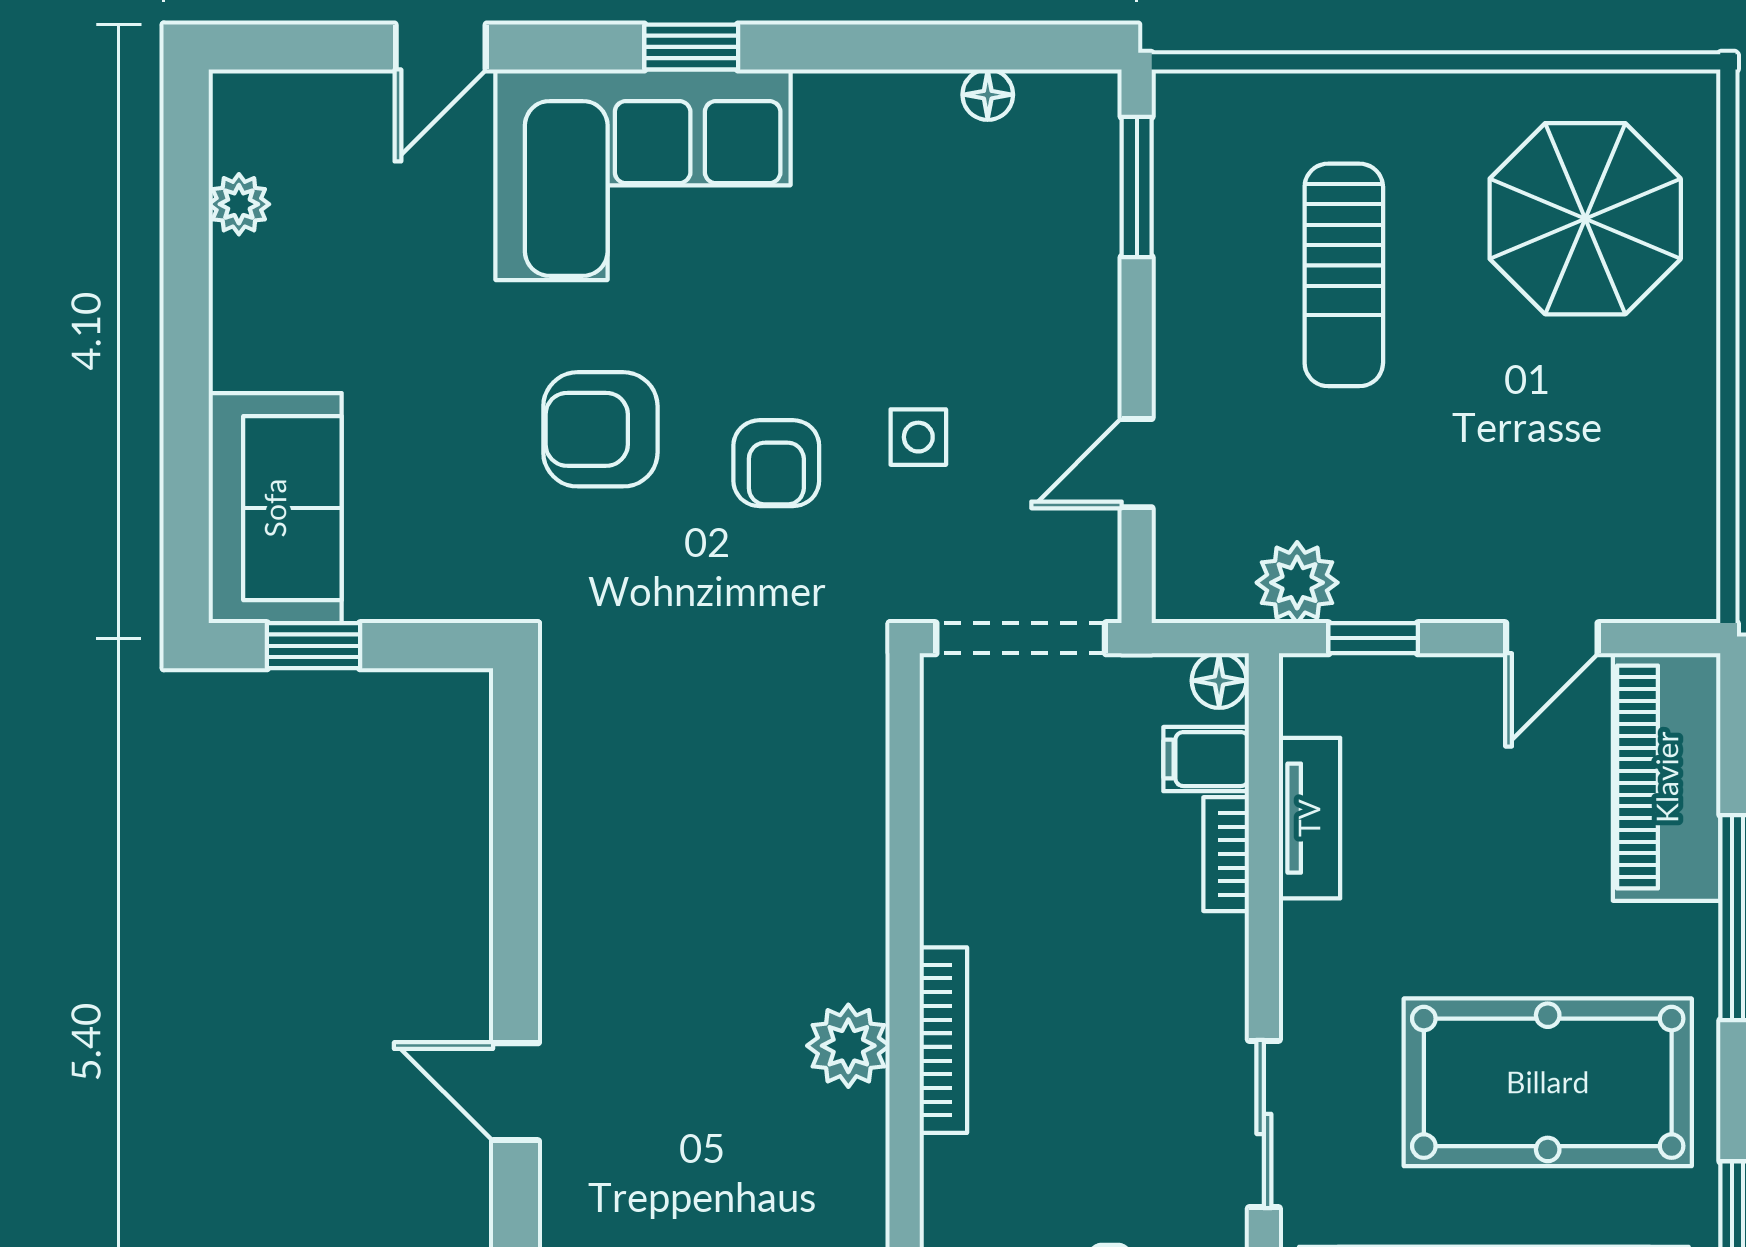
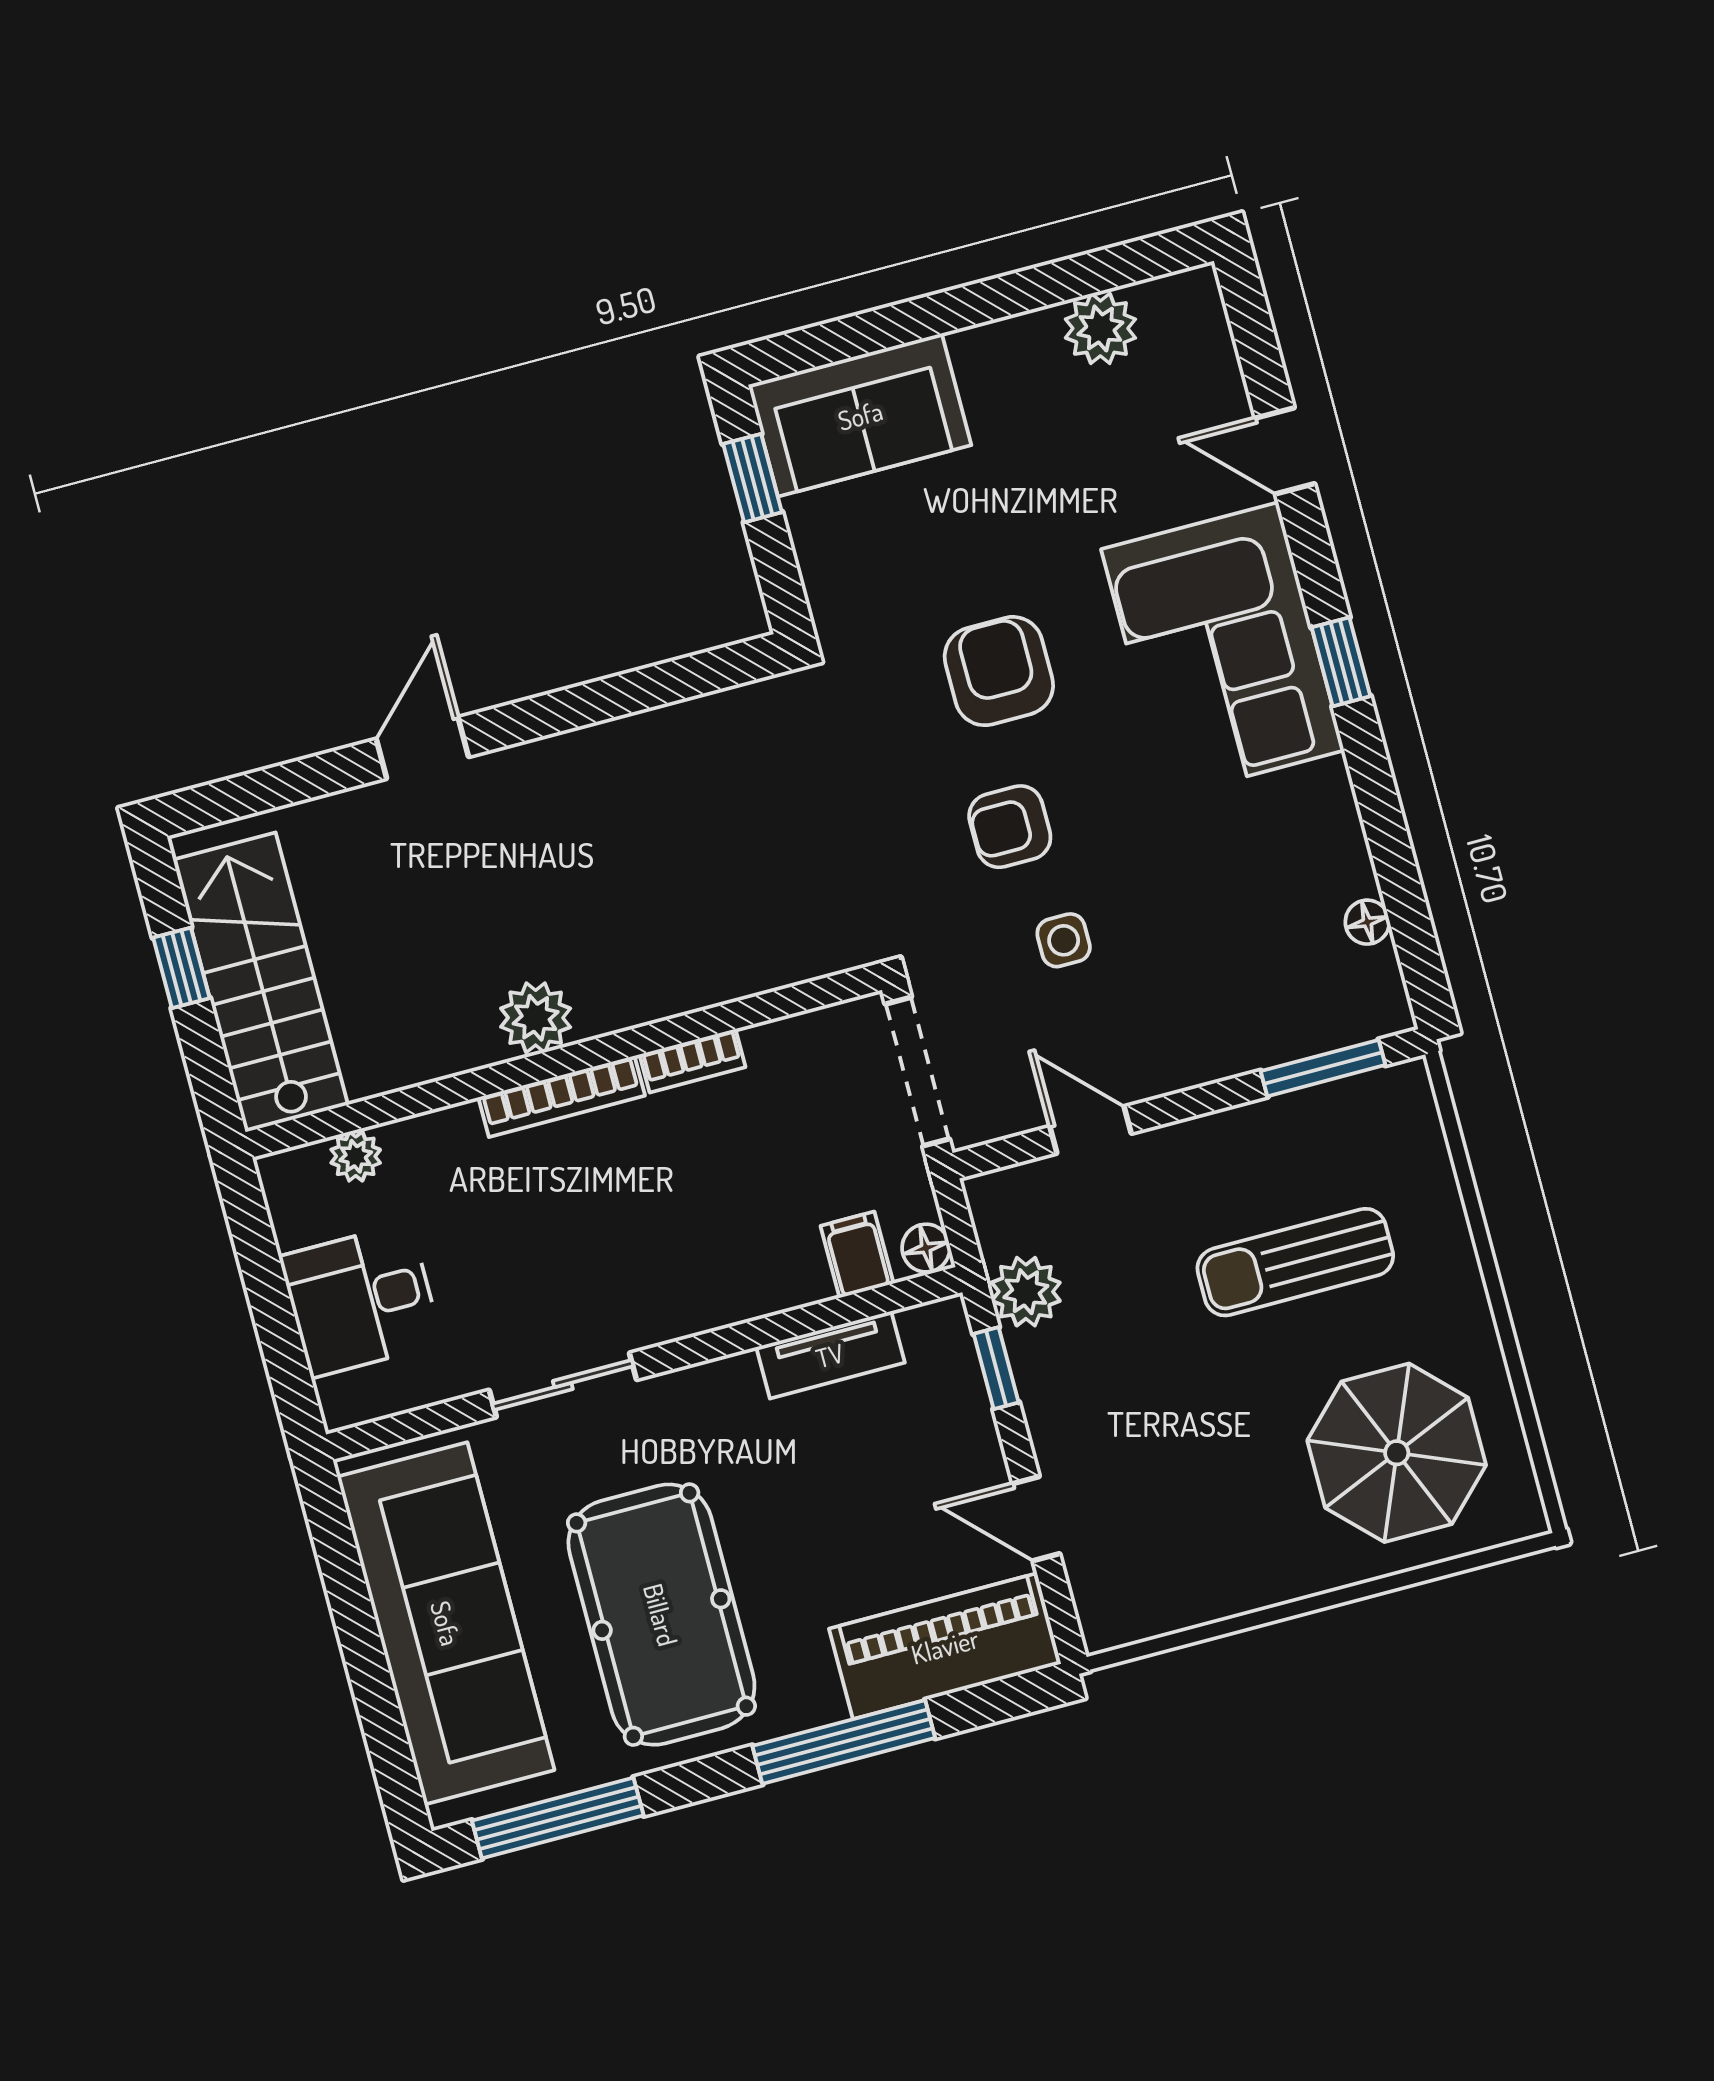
plant: (239, 204) -> (1100, 328), width x1.38, depth x1.38
bookcase: (1226, 854) -> (692, 1061), moved, turned 180

